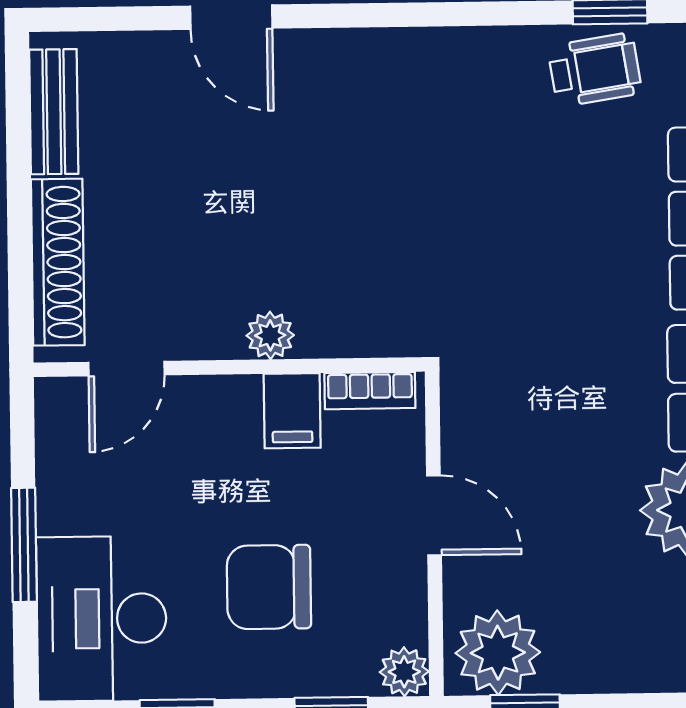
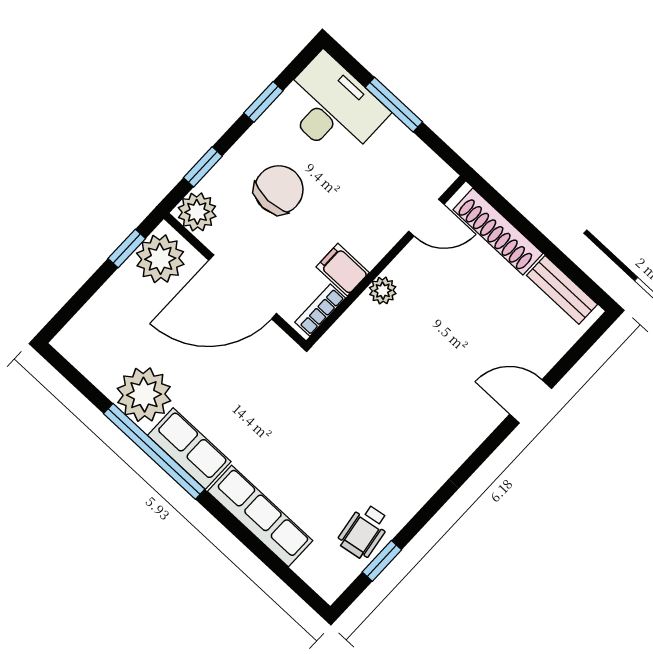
door: (126, 369) -> (426, 218), swing flipped
door: (434, 515) -> (243, 287), width x1.88
plant: (404, 672) -> (197, 212), width x1.38, depth x1.38

